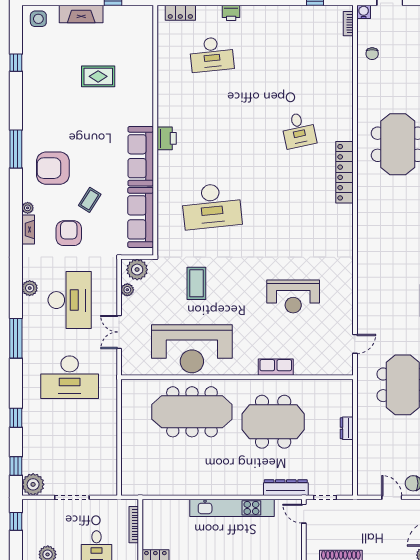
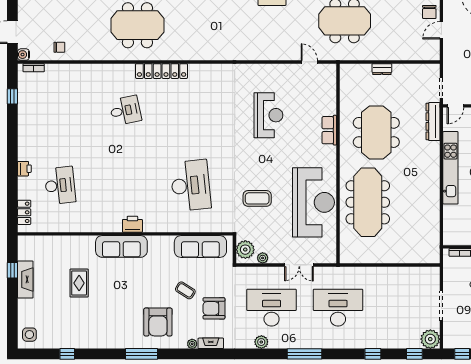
fireplace: (81, 14) -> (25, 279), moved
sofa: (141, 156) -> (121, 246), moved
desk: (70, 377) -> (338, 308), turned -90

